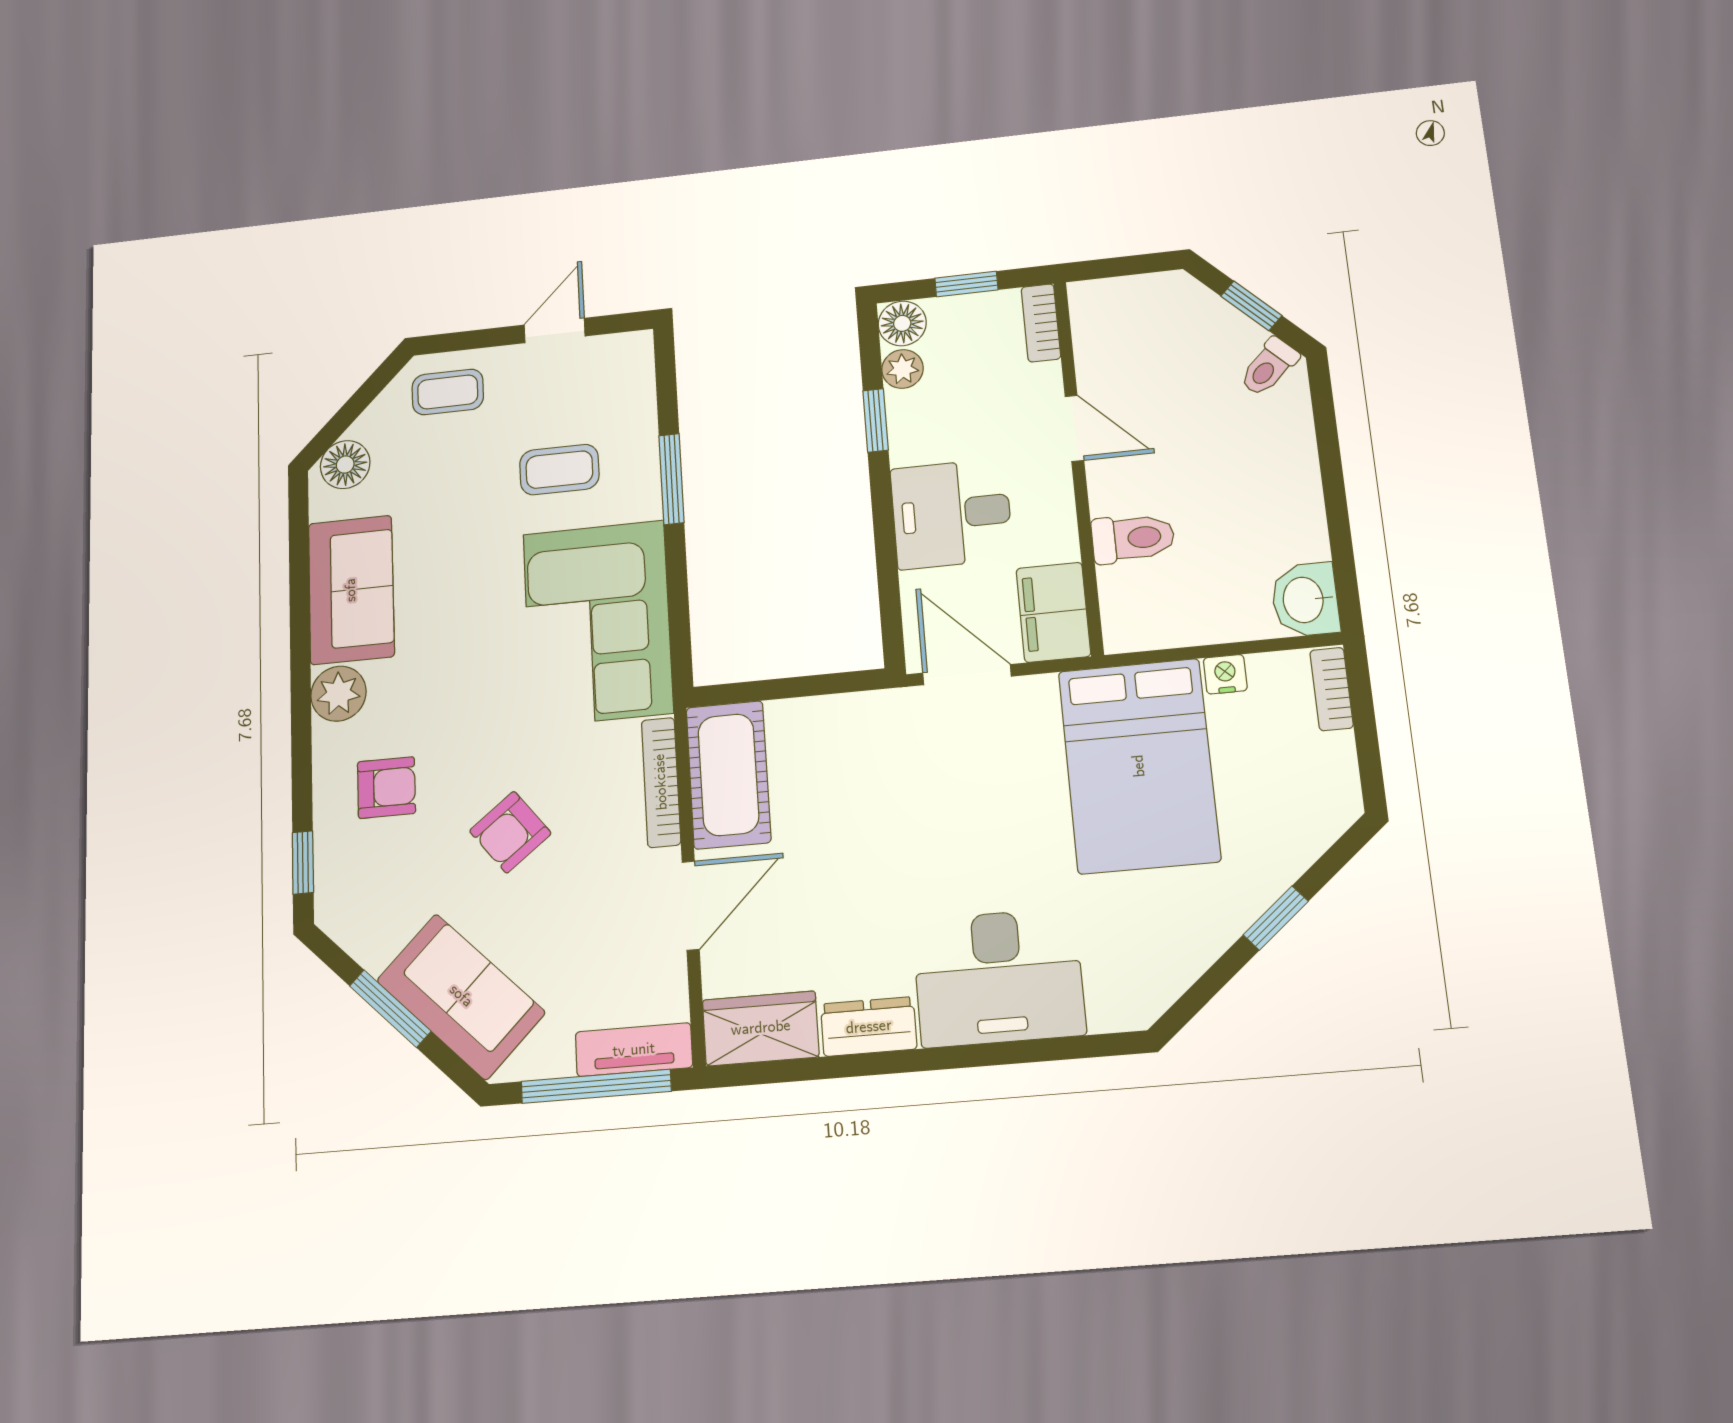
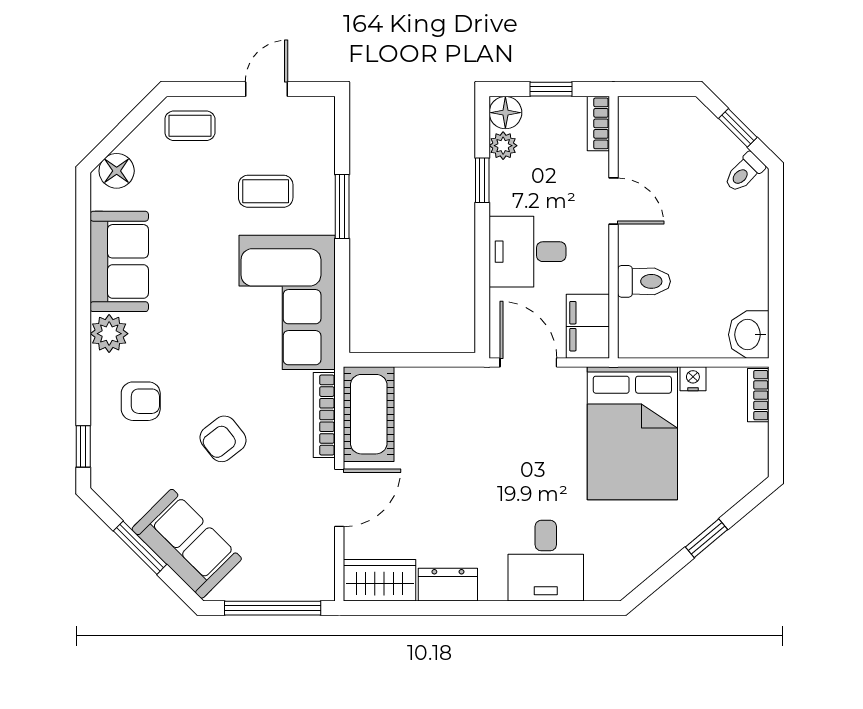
desk: (999, 977) -> (546, 561), width x0.73
tv unit: (634, 1050) -> (298, 587), removed

